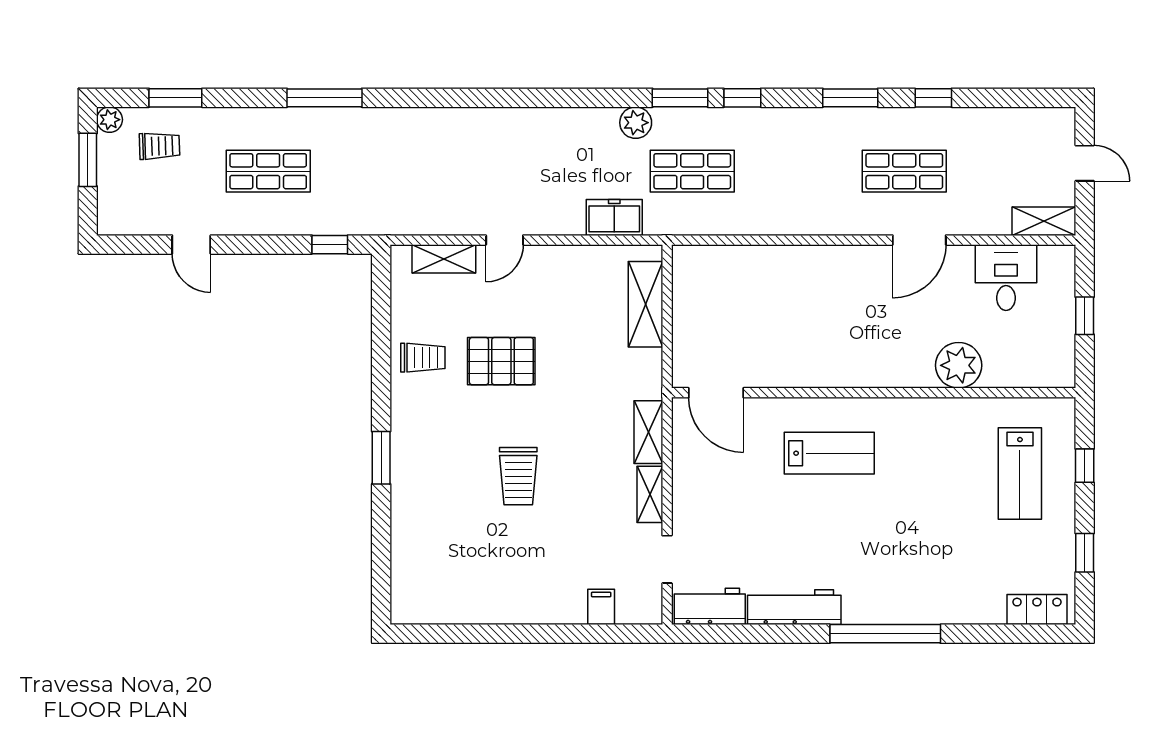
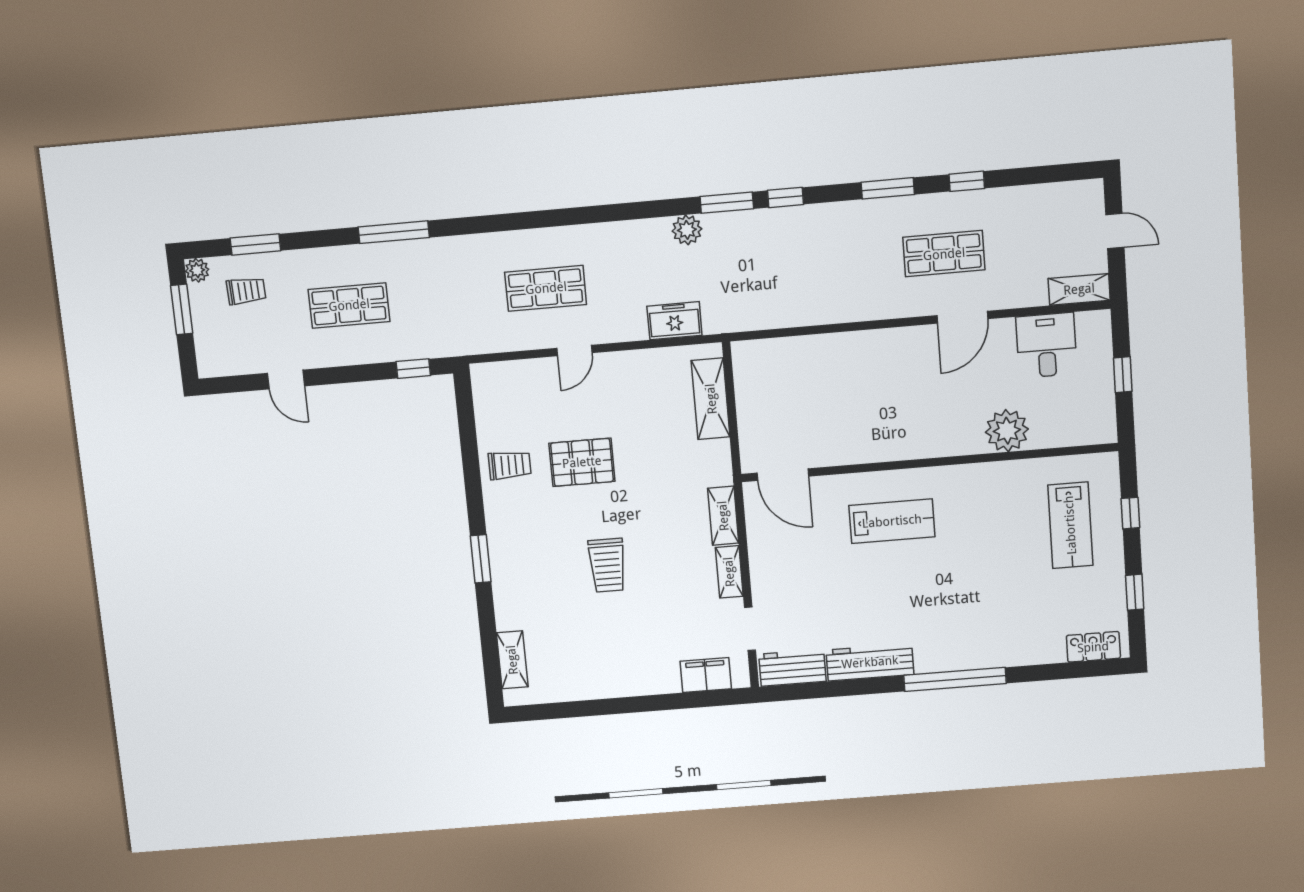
shop shelf: (692, 171) -> (546, 288), moved
shelving: (444, 259) -> (512, 660), moved, turned 90
filing cabinet: (601, 607) -> (706, 675), width x2.00

